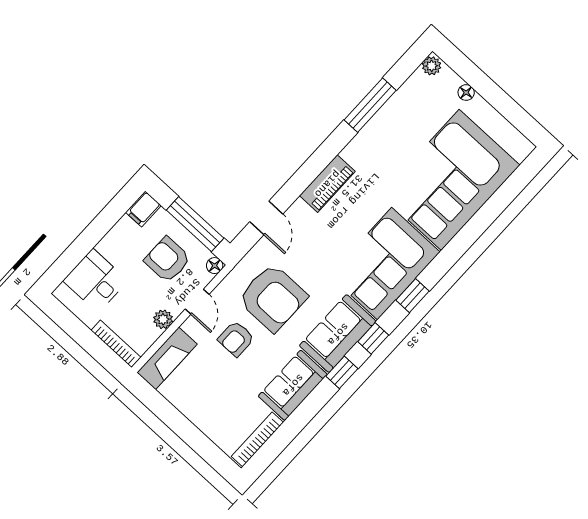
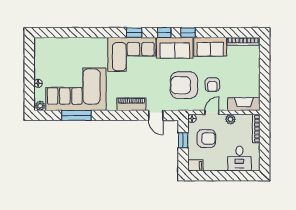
corner sofa: (450, 180) -> (76, 89), moved, turned 180
piano: (327, 184) -> (131, 104), moved
door: (266, 218) -> (156, 115), swing flipped
window: (195, 224) -> (183, 140), width x0.46
armchair: (167, 260) -> (206, 138), turned -90
armchair: (273, 298) -> (184, 85), turned -90
armchair: (236, 339) -> (212, 85), turned 89

